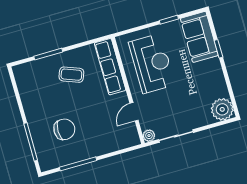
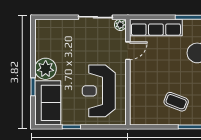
row of seats: (110, 67) -> (156, 28), moved, turned 90
plant: (222, 109) -> (46, 69), moved

